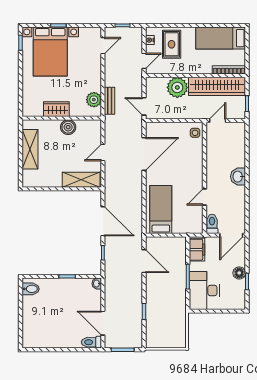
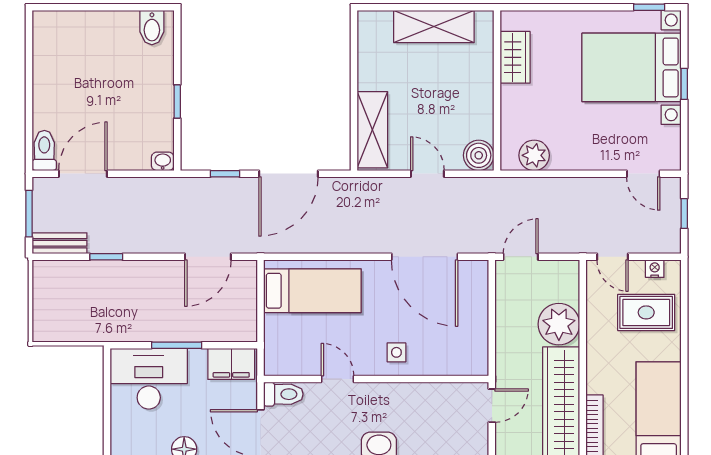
bench: (110, 101) -> (60, 243), moved
wardrobe: (56, 109) -> (515, 57), moved
door: (218, 121) -> (492, 406), hinge flipped
boiler: (68, 127) -> (479, 155), moved
side table: (195, 133) -> (396, 352), moved

